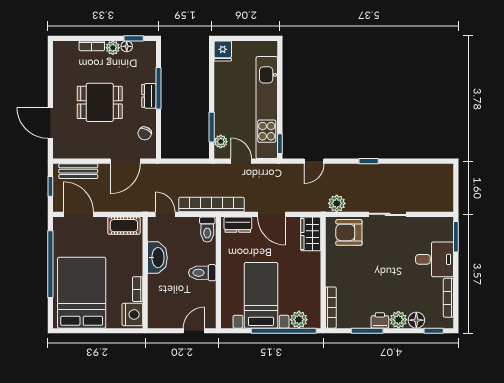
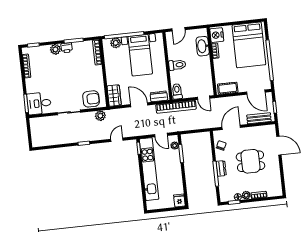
washbasin: (157, 258) -> (203, 46), moved
desk: (435, 259) -> (39, 103), moved
floor lamp: (416, 320) -> (44, 50), removed

